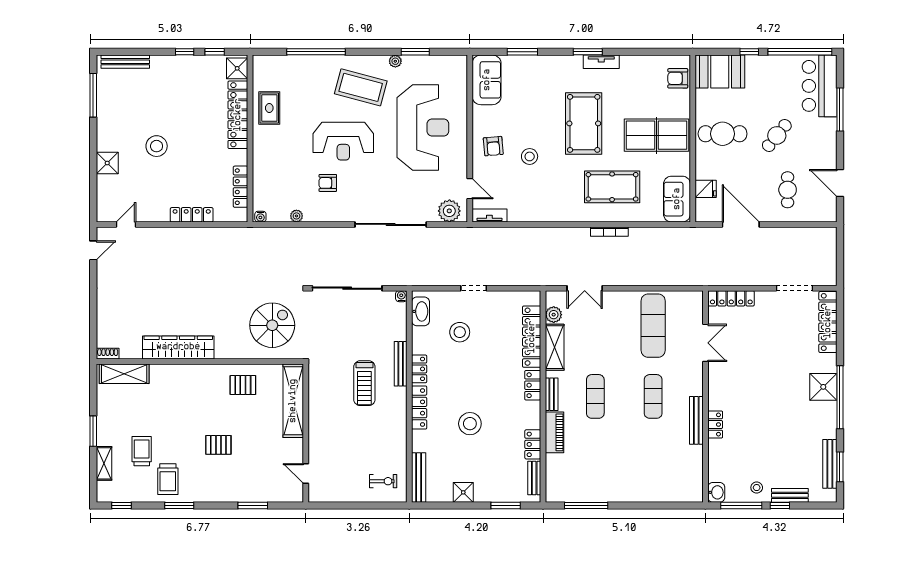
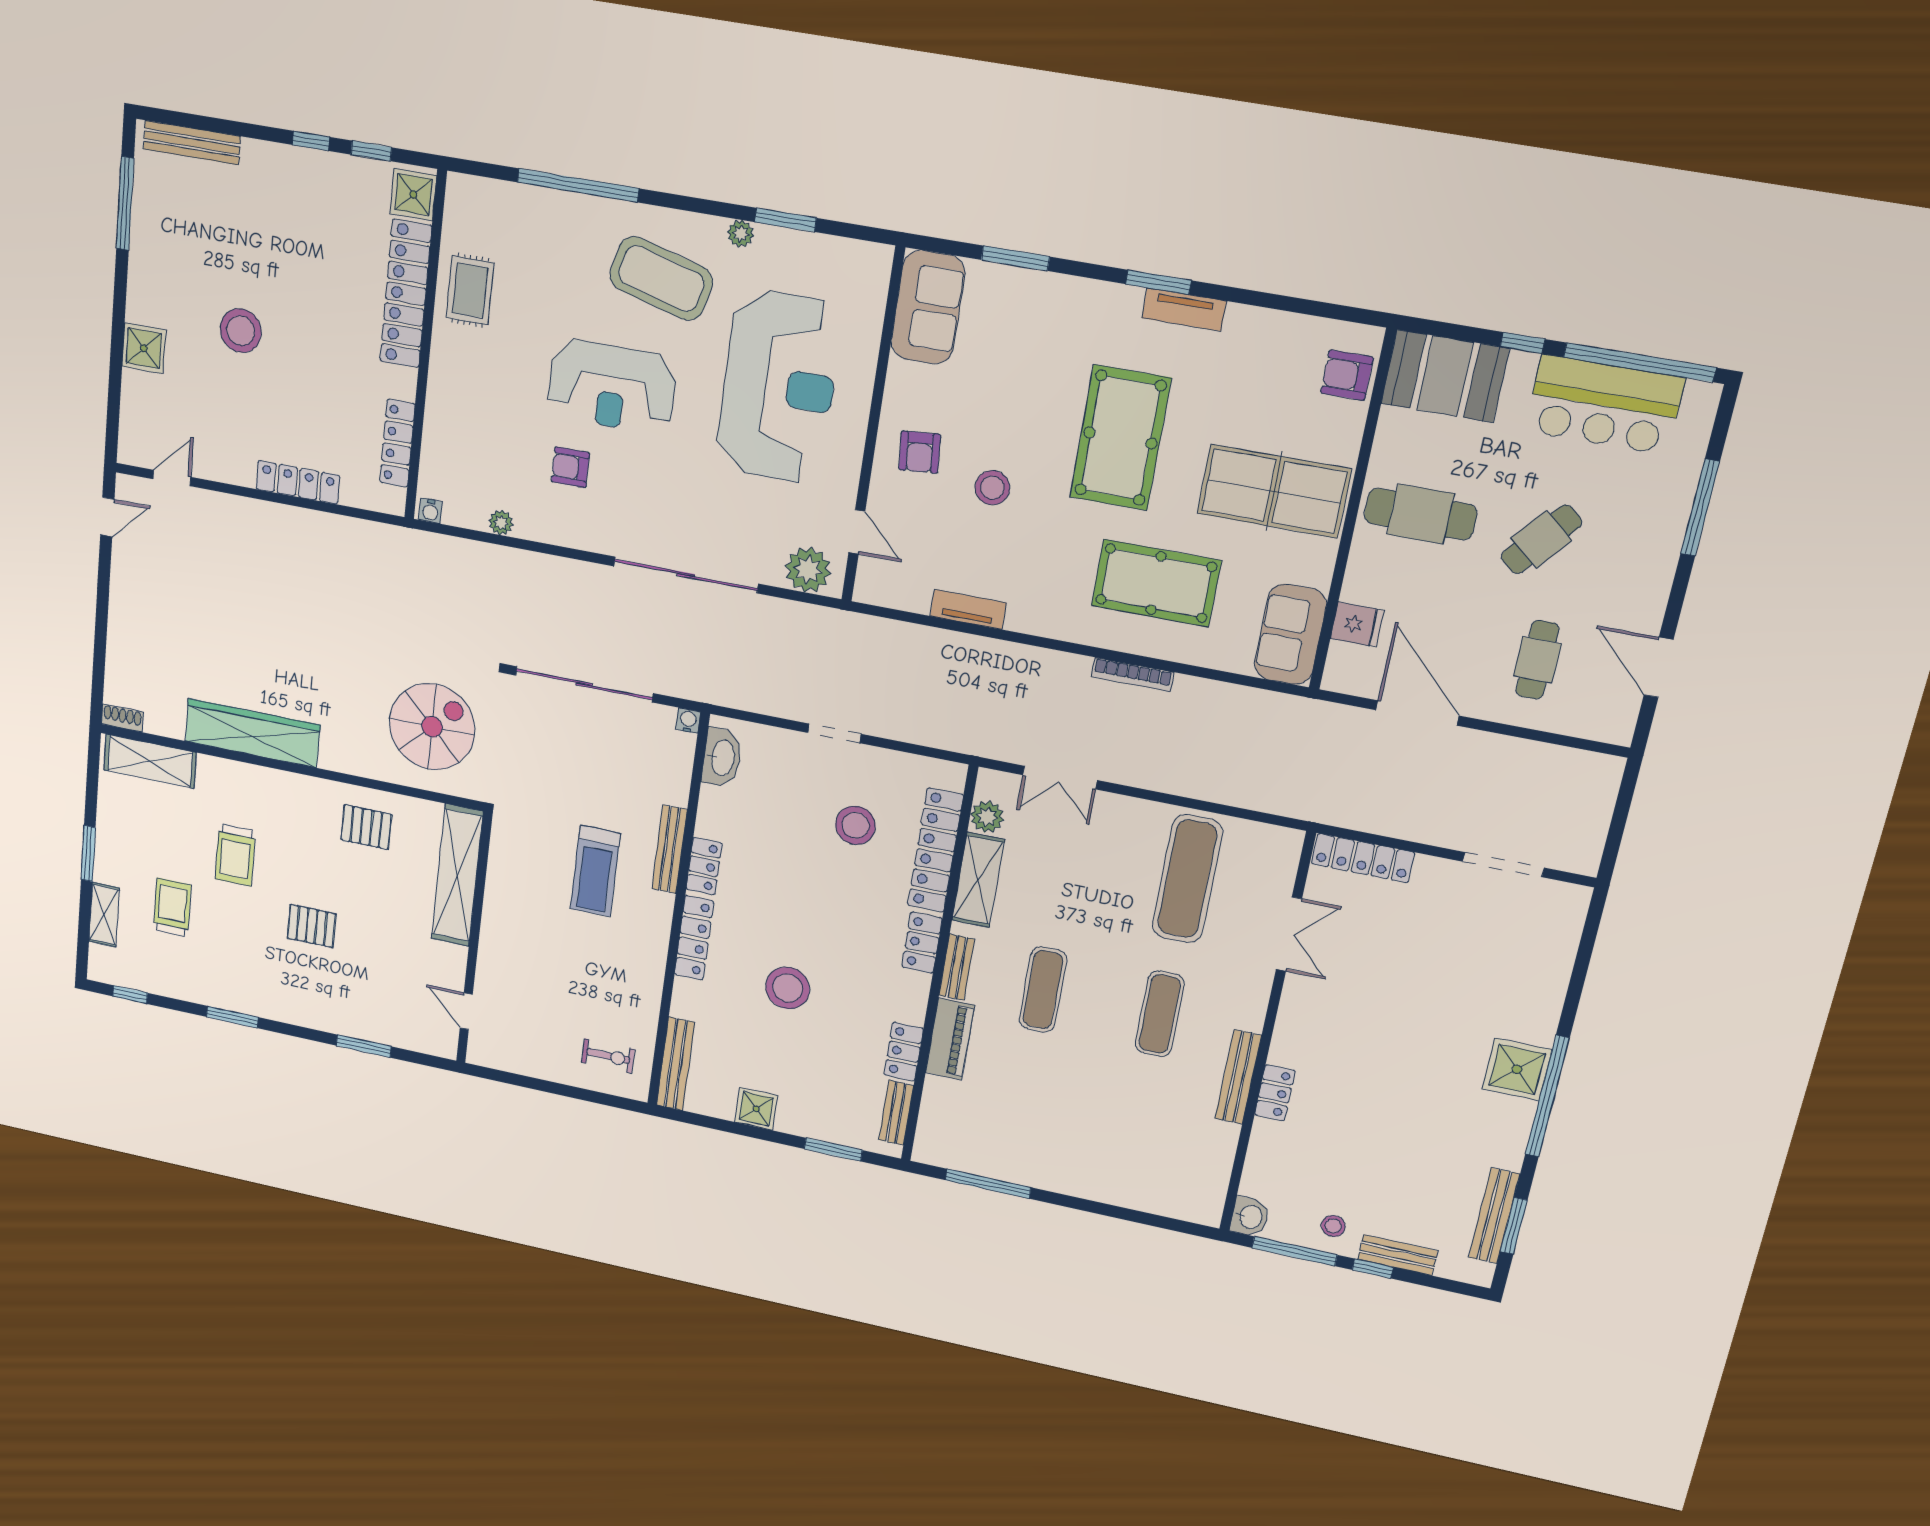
bar counter: (820, 86) -> (1604, 405), moved, turned -90
tv unit: (489, 215) -> (968, 609), moved
locker: (828, 322) -> (1559, 946), removed
stool: (460, 332) -> (856, 825), moved
trolley: (168, 479) -> (235, 855), moved

